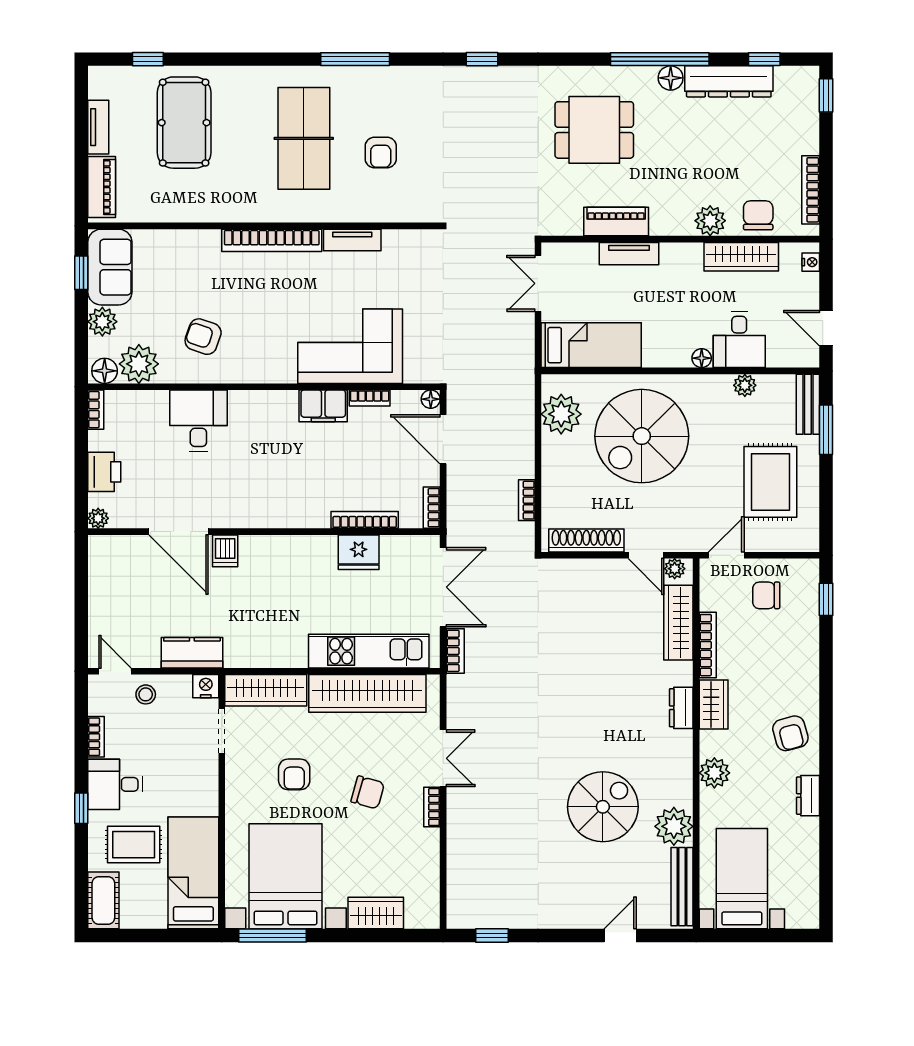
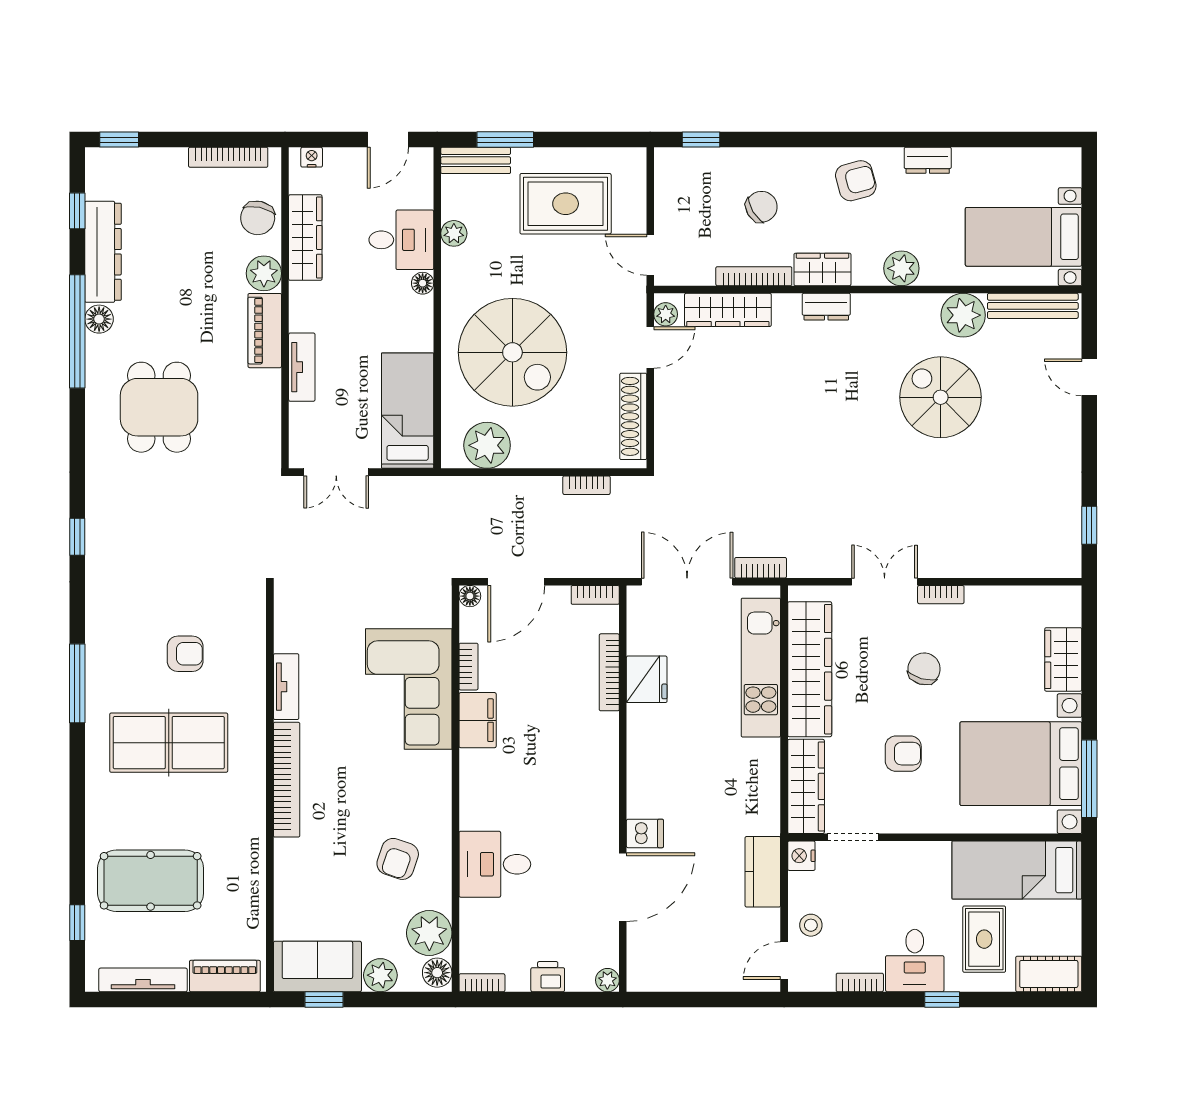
tv unit: (98, 127) -> (143, 980), width x1.41
chair: (758, 215) -> (258, 218), turned -78
piano: (616, 222) -> (265, 331), moved
printer: (104, 472) -> (548, 977), width x0.73, depth x0.81
chair: (766, 595) -> (761, 207), moved, turned -121

